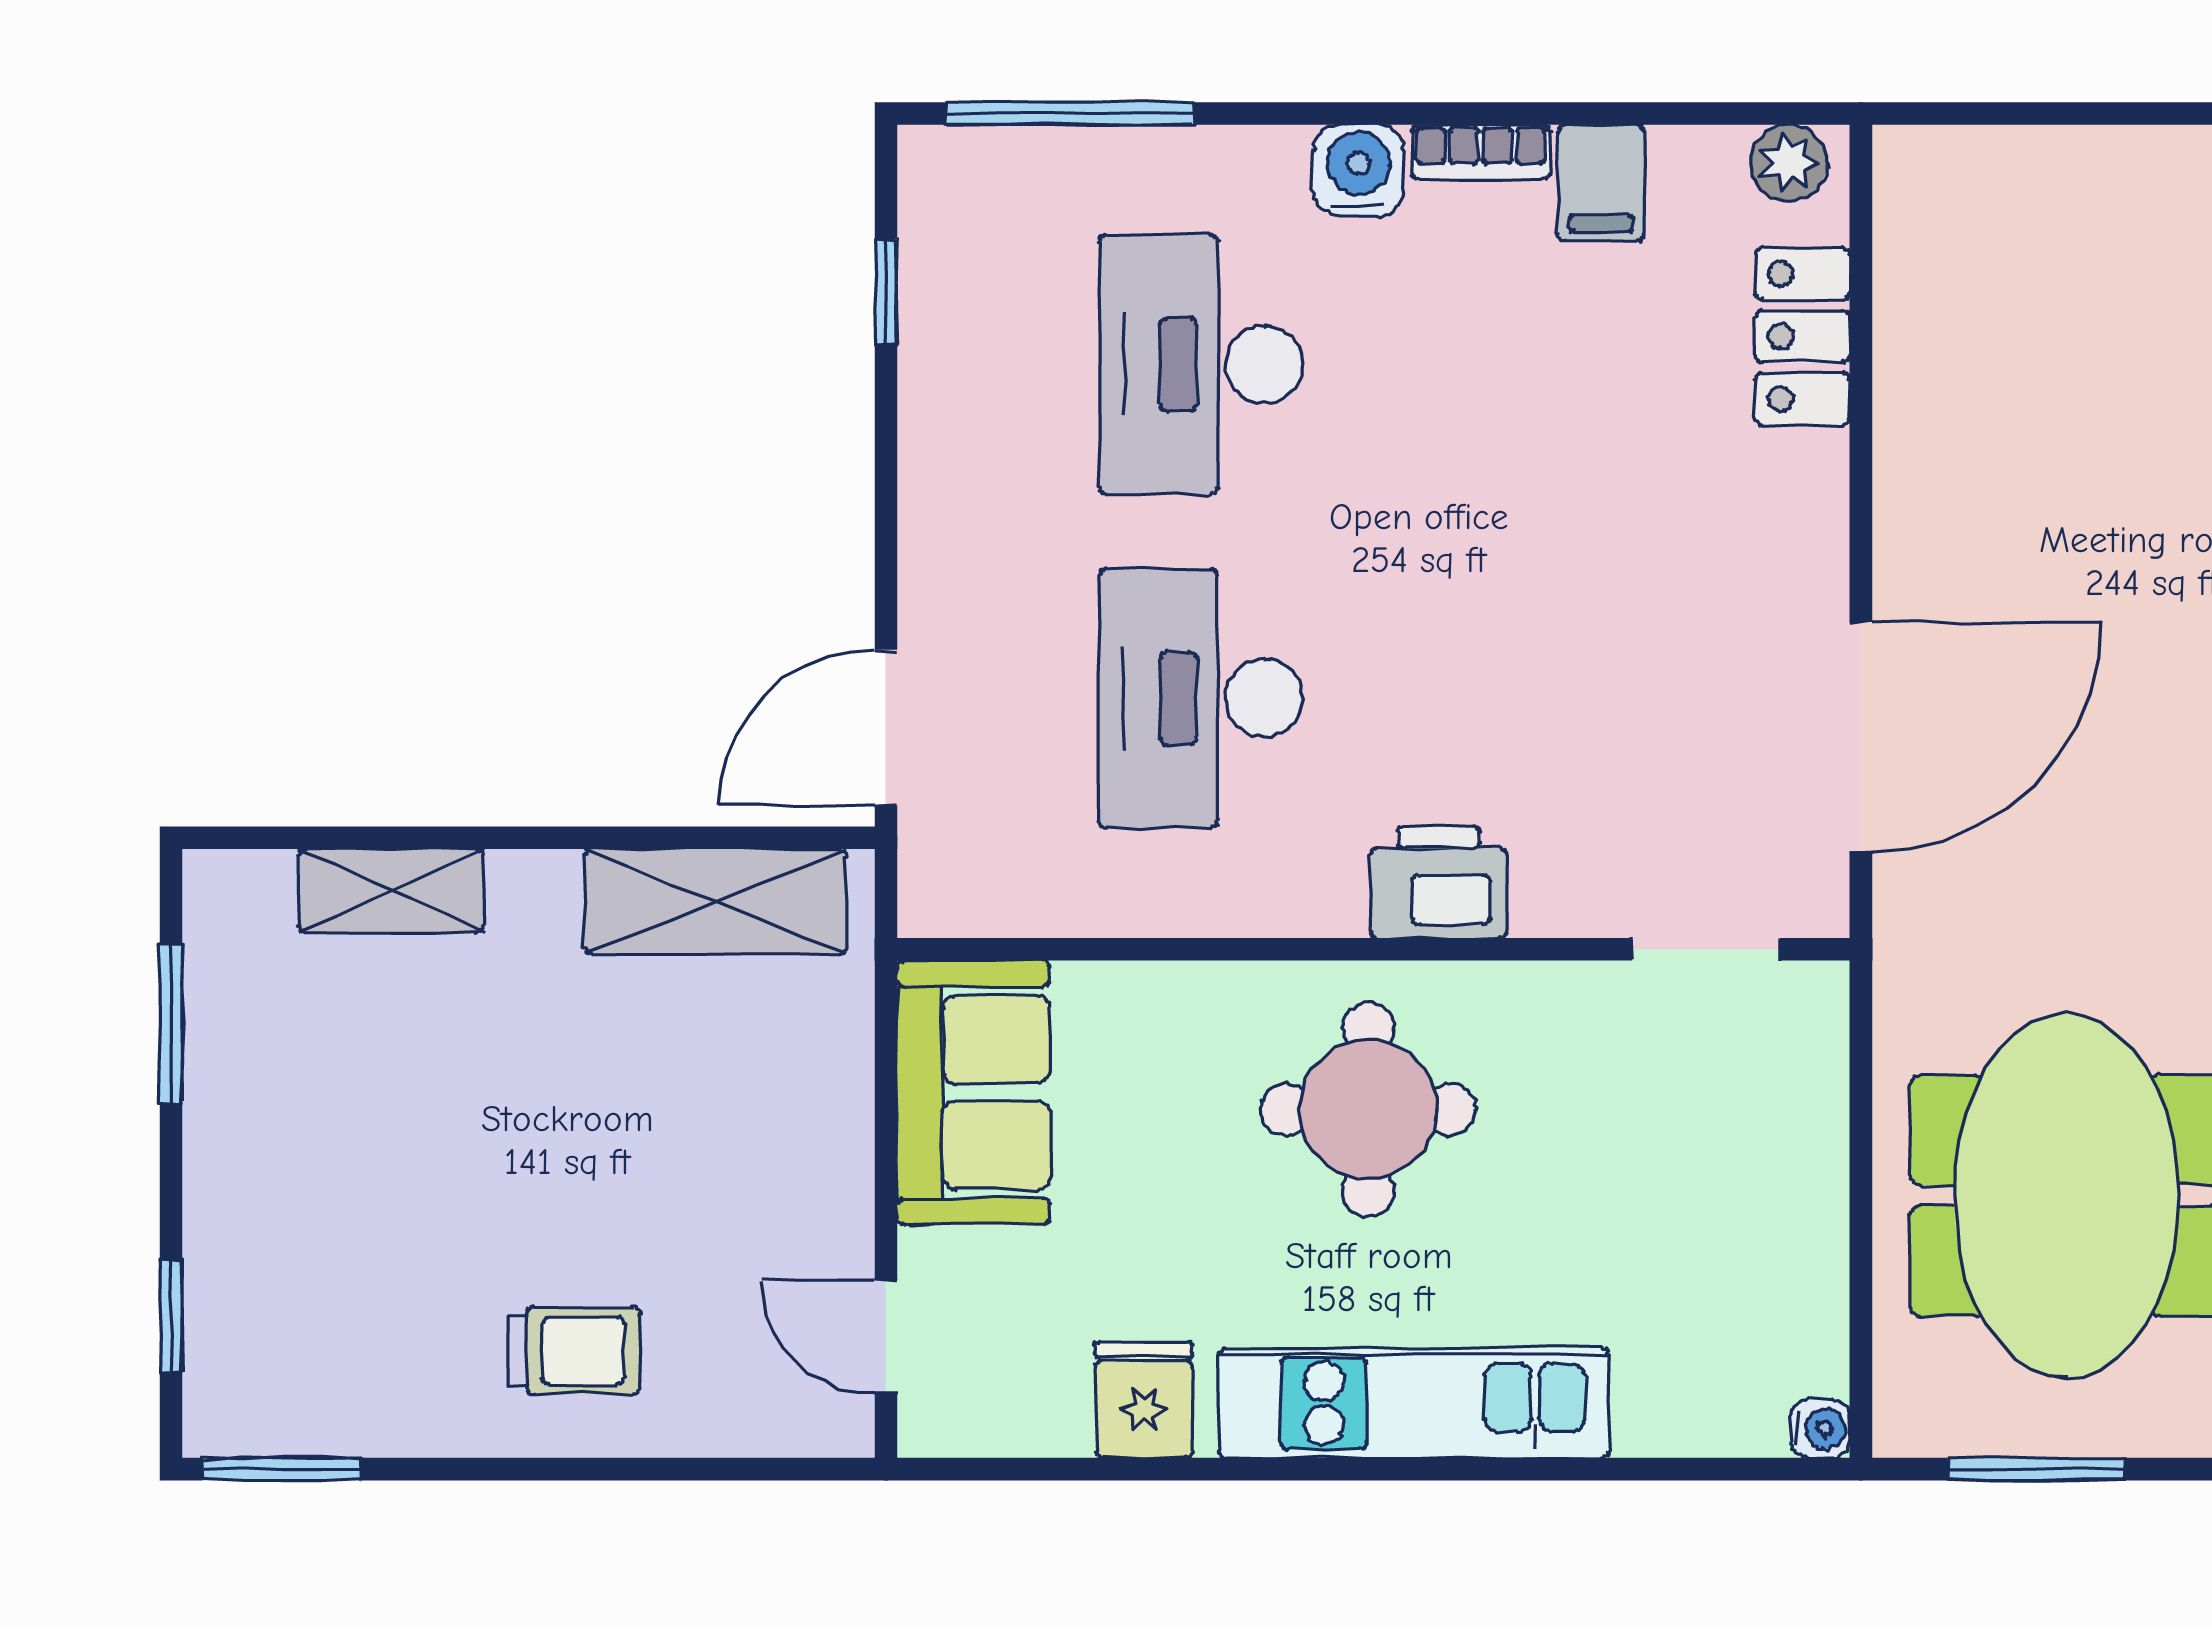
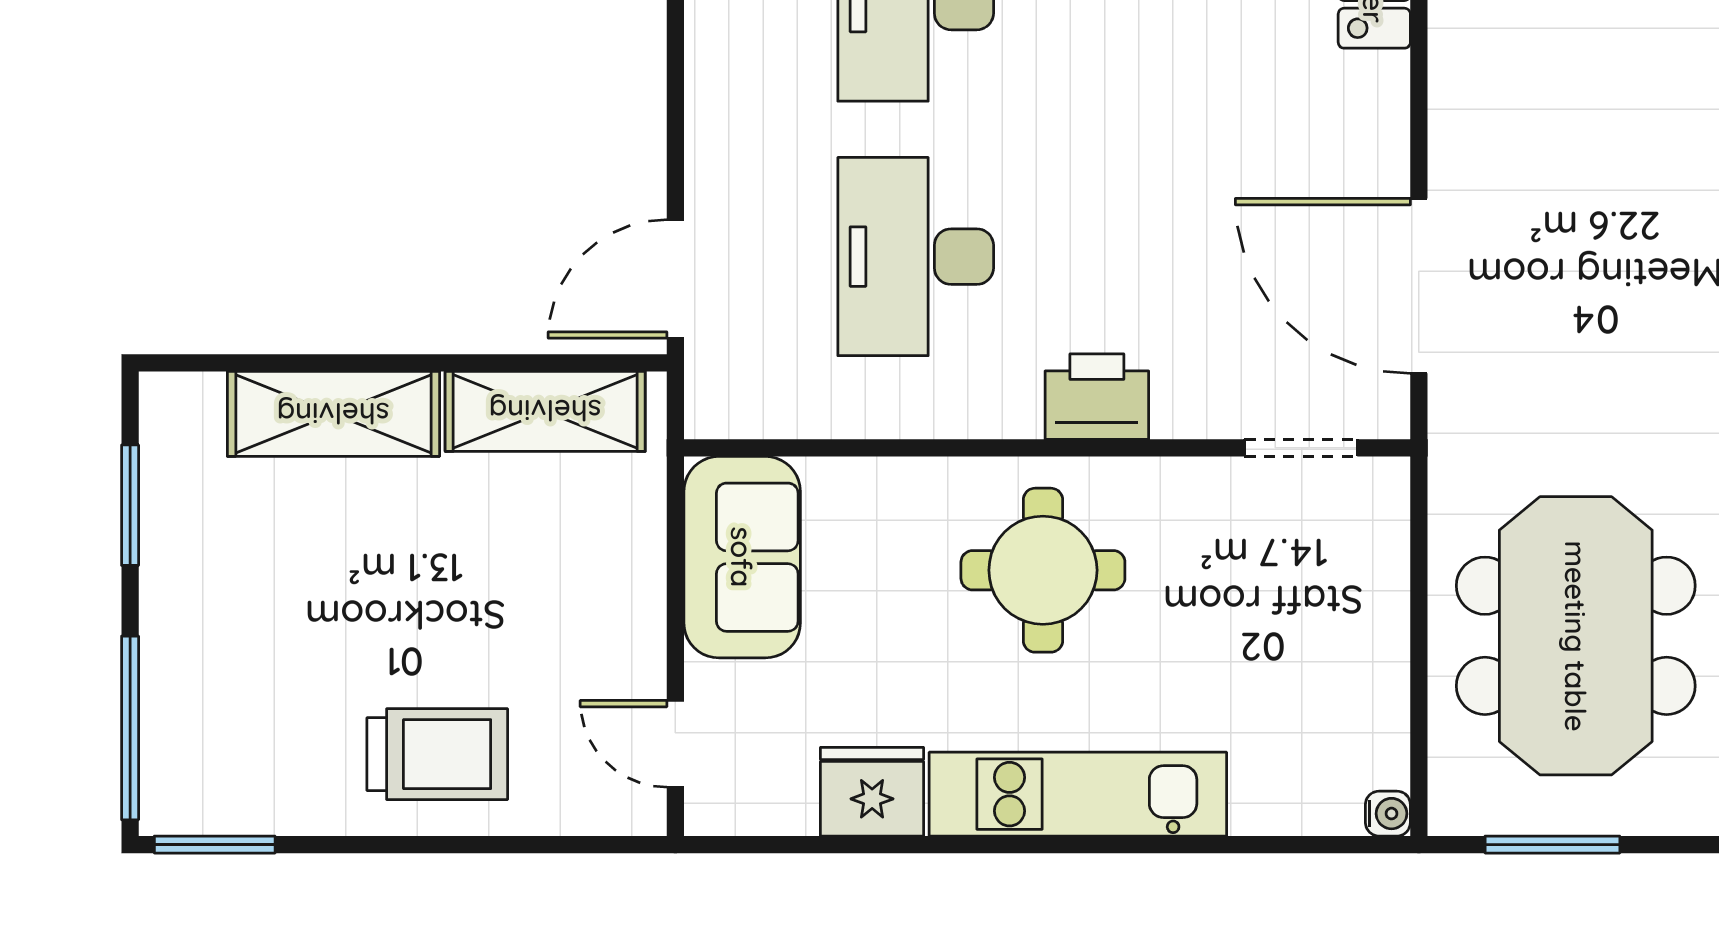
door: (1861, 737) -> (1419, 286), swing flipped
shelving: (391, 891) -> (333, 414), width x1.50, depth x1.33
window: (171, 1316) -> (130, 728), width x2.17
trolley: (574, 1351) -> (437, 754), width x1.36, depth x1.39
fridge: (1144, 1400) -> (872, 792), width x1.38

